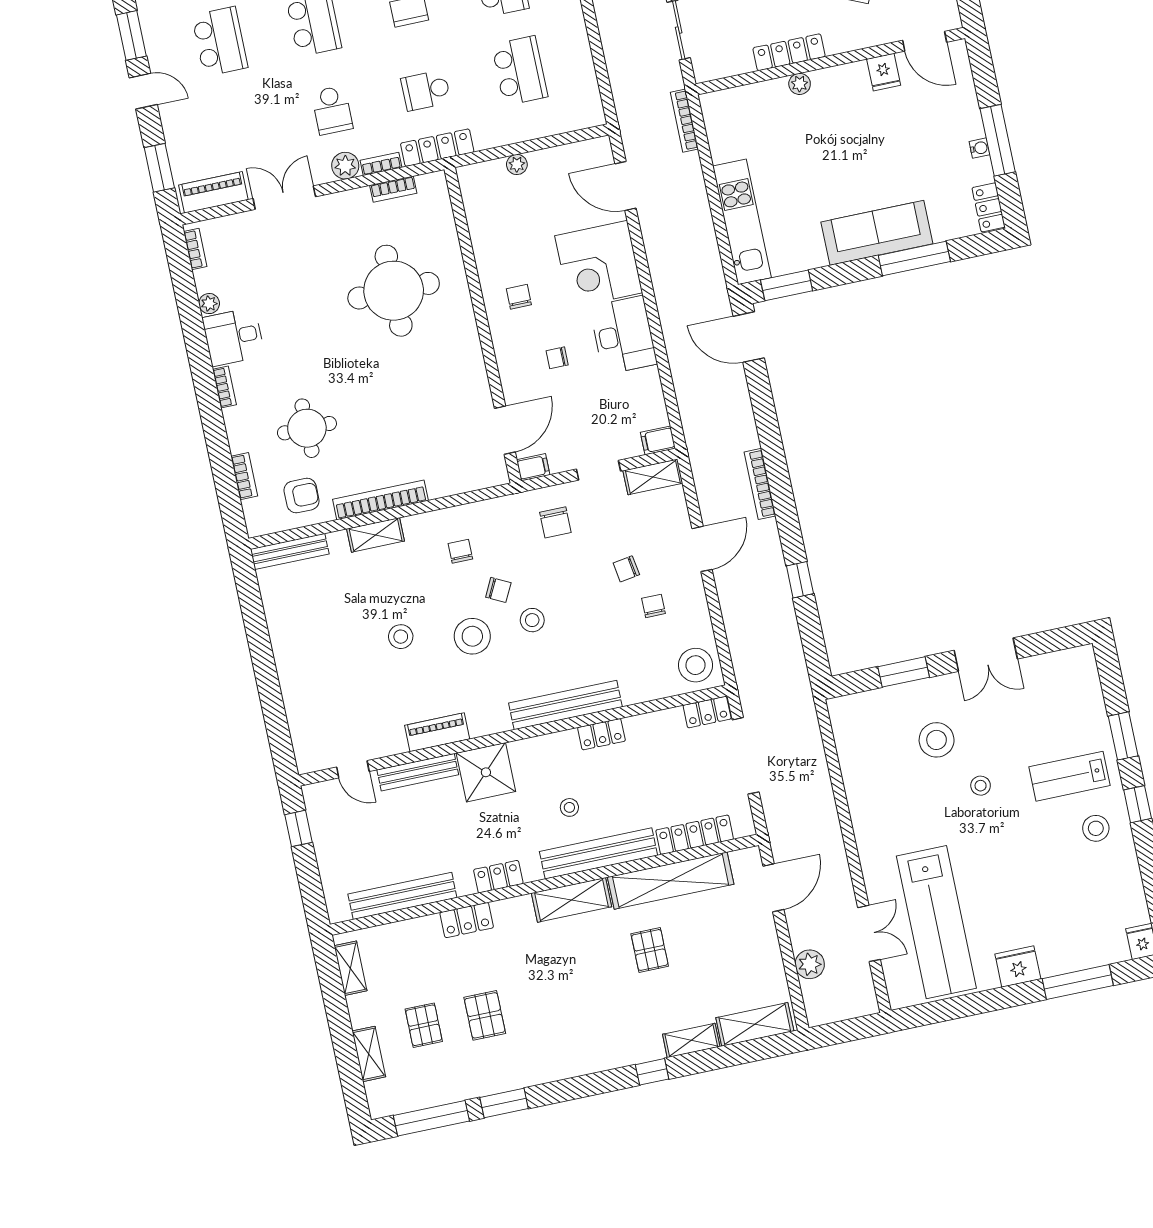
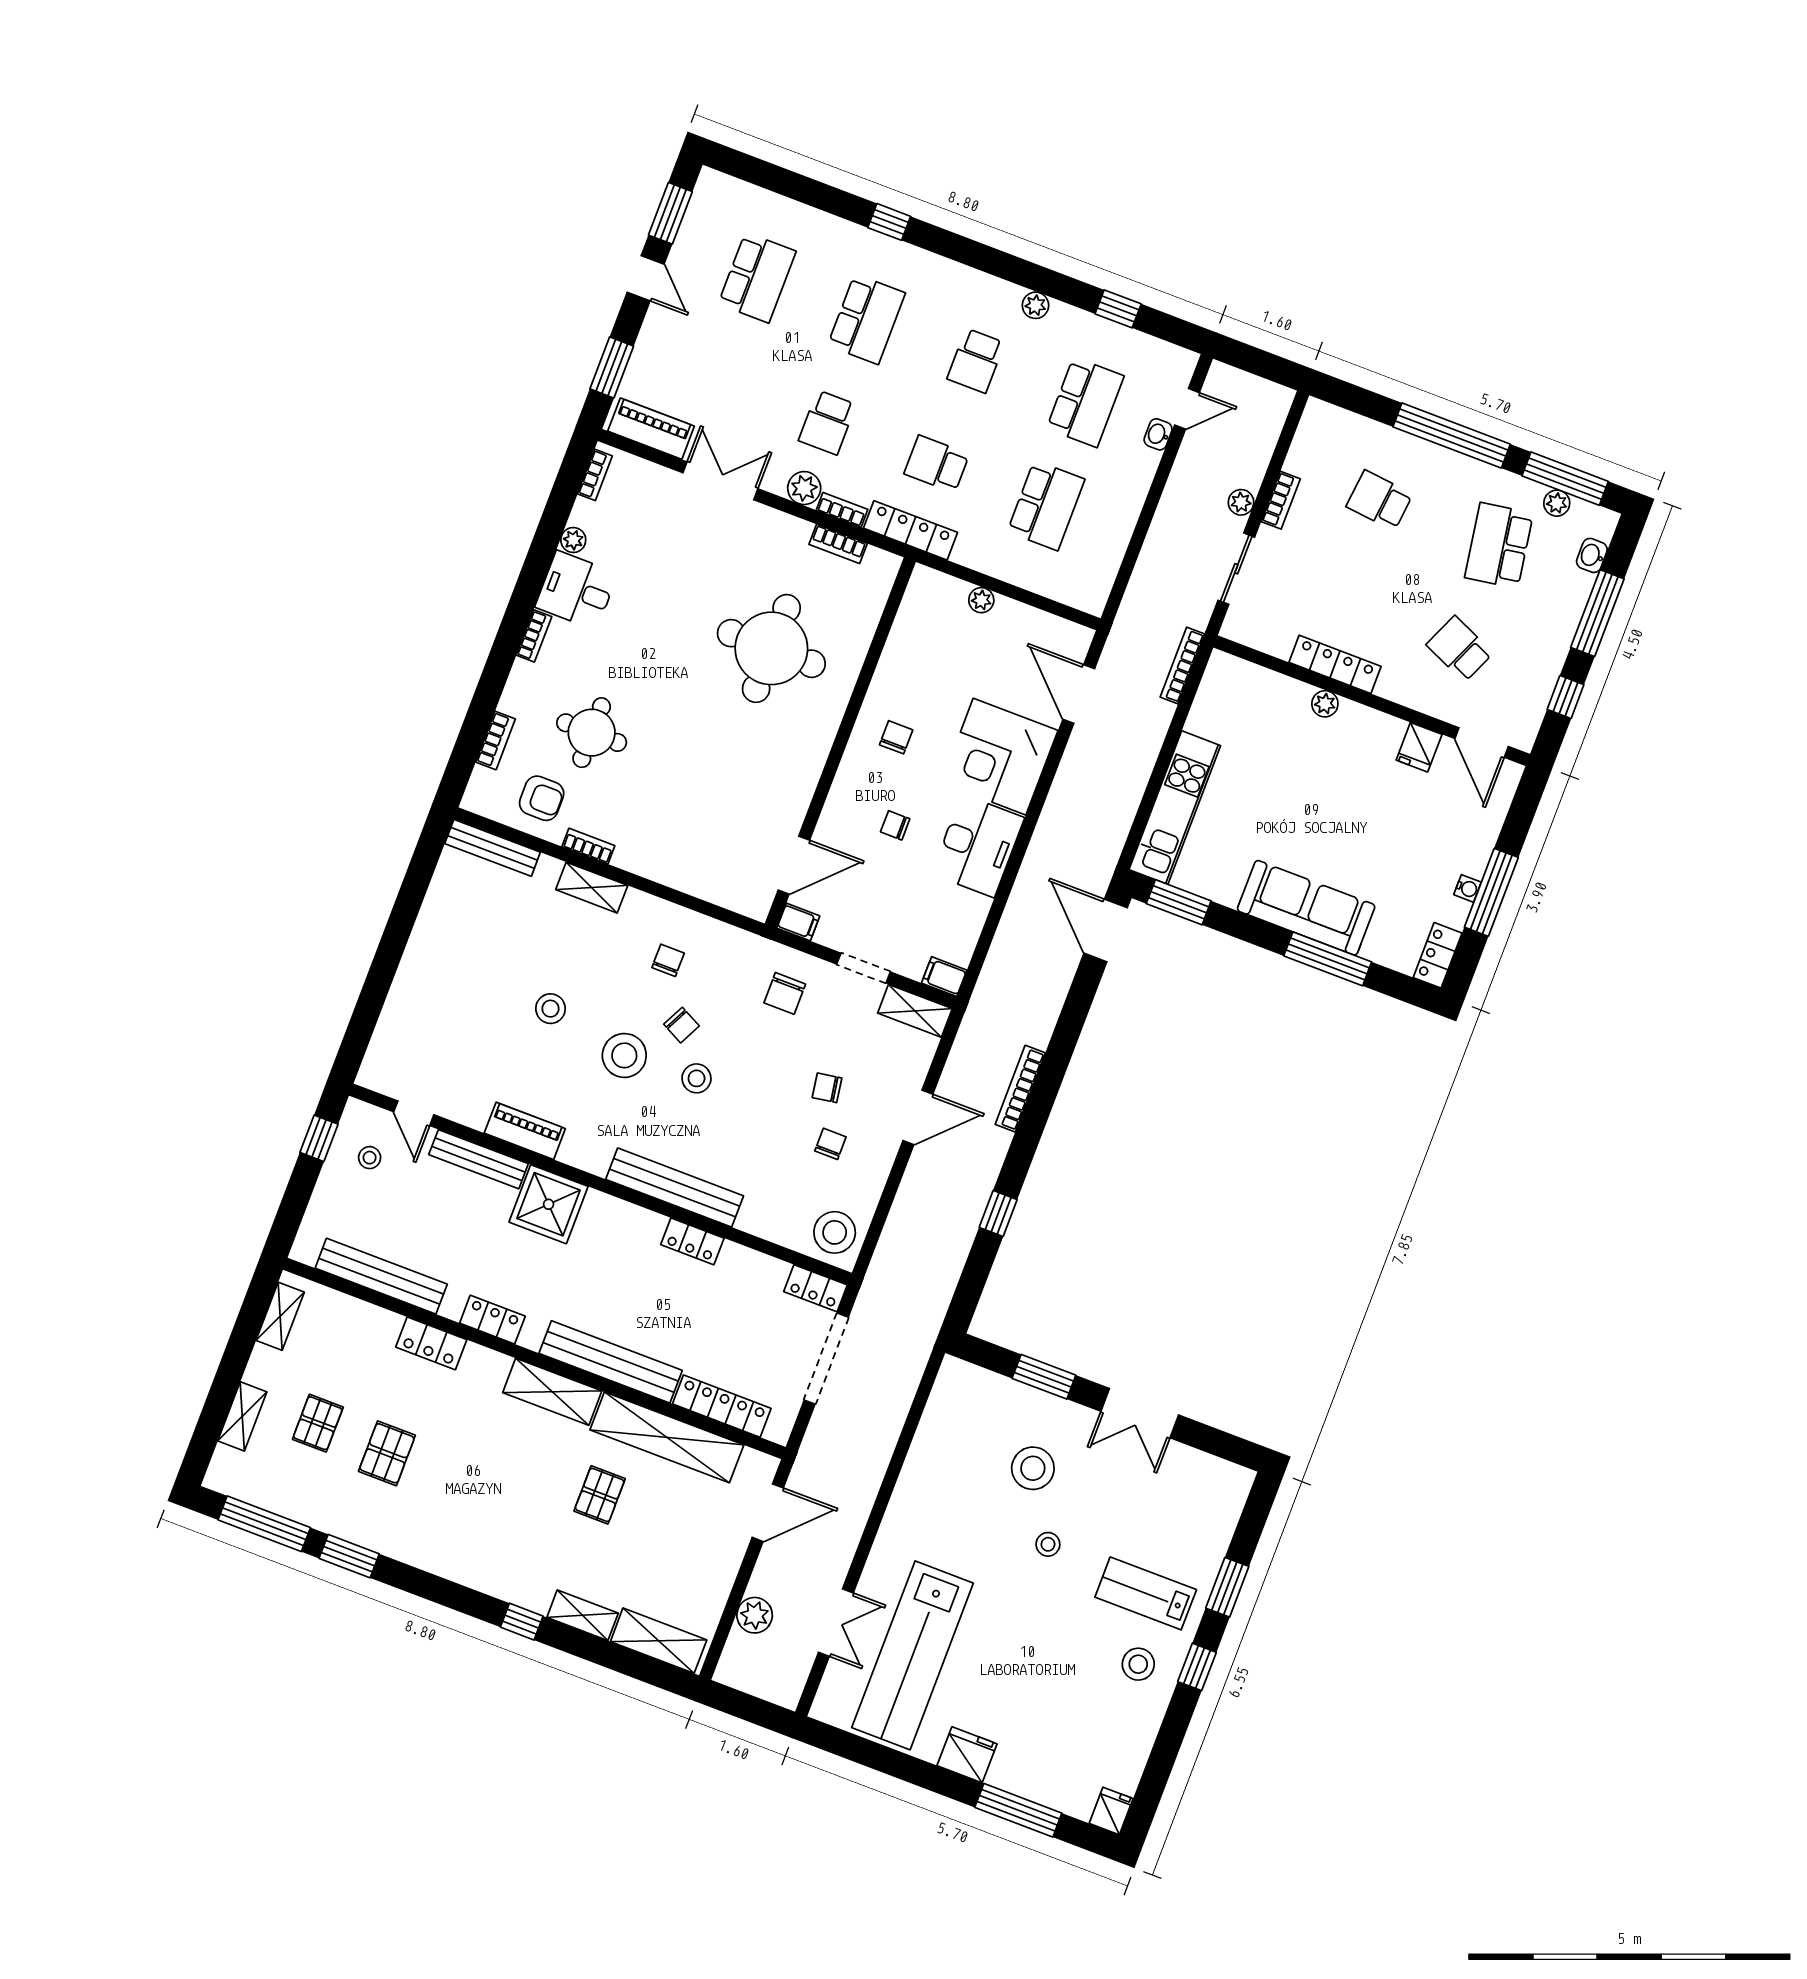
bookcase: (380, 500) -> (588, 846), width x0.43, depth x0.76
stool: (569, 807) -> (370, 1158), moved

